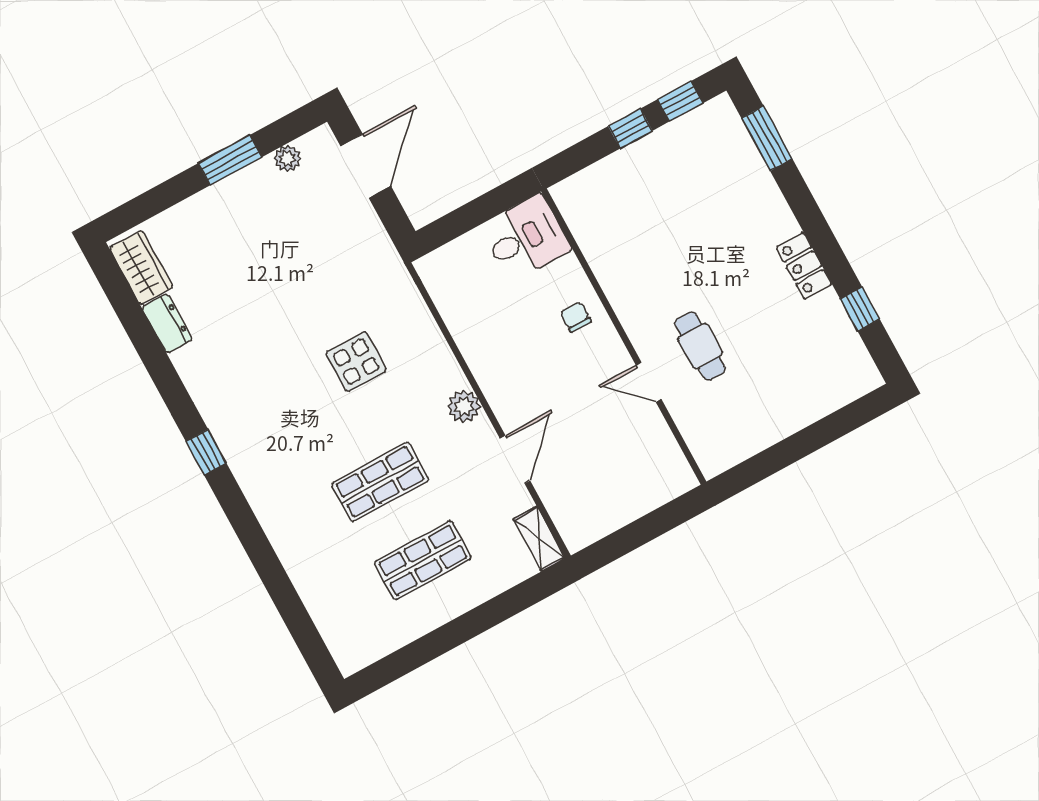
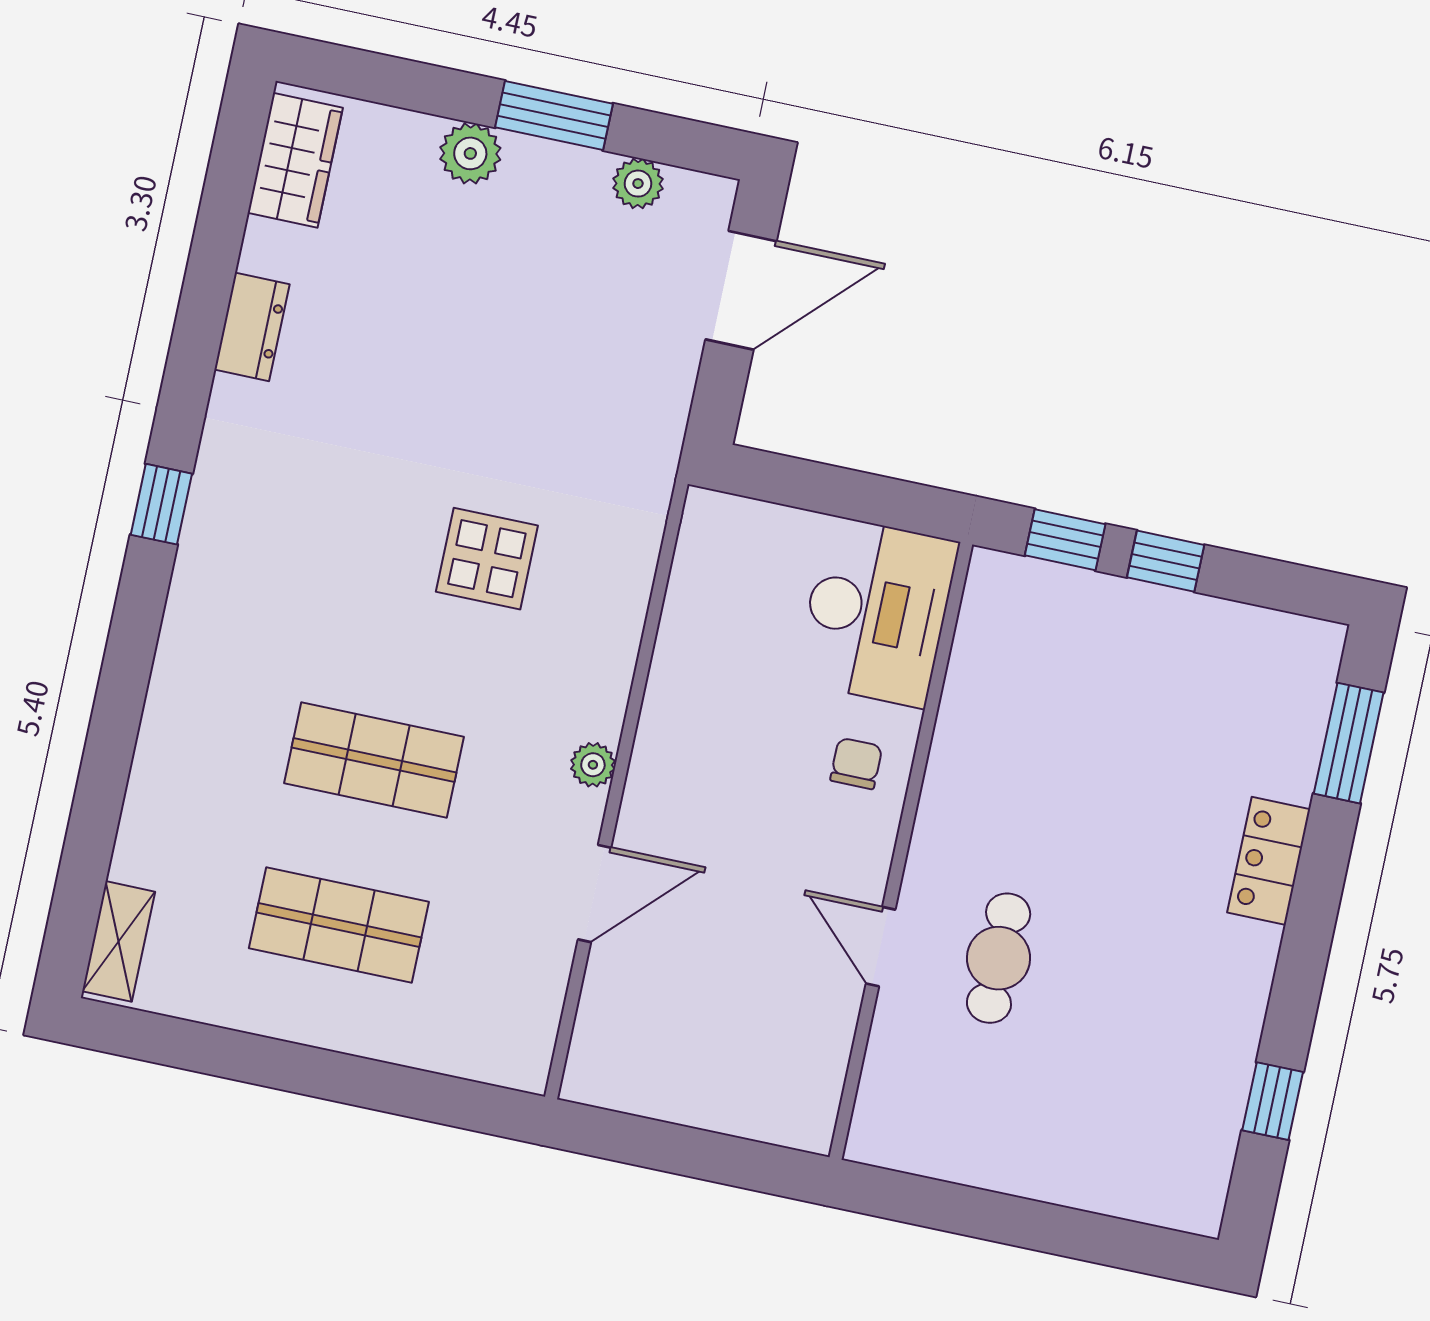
window: (680, 101) -> (1065, 540), moved
plant: (209, 204) -> (470, 153), added
desk: (526, 238) -> (877, 612), width x1.37
locker: (804, 266) -> (1269, 861), moved
dresser: (167, 323) -> (252, 327), moved
plant: (464, 406) -> (593, 765), width x0.73, depth x0.73
shelving: (539, 539) -> (119, 941), moved

